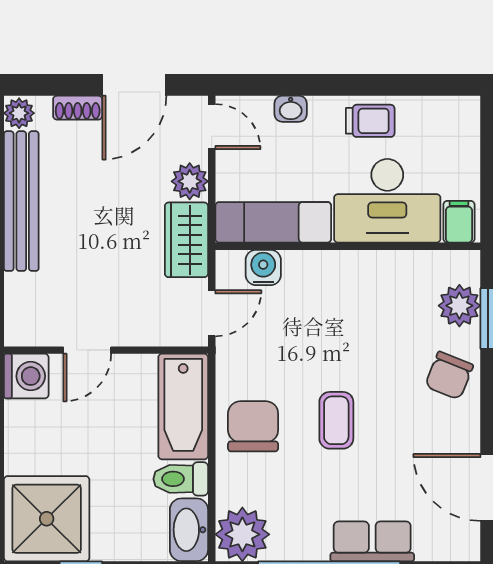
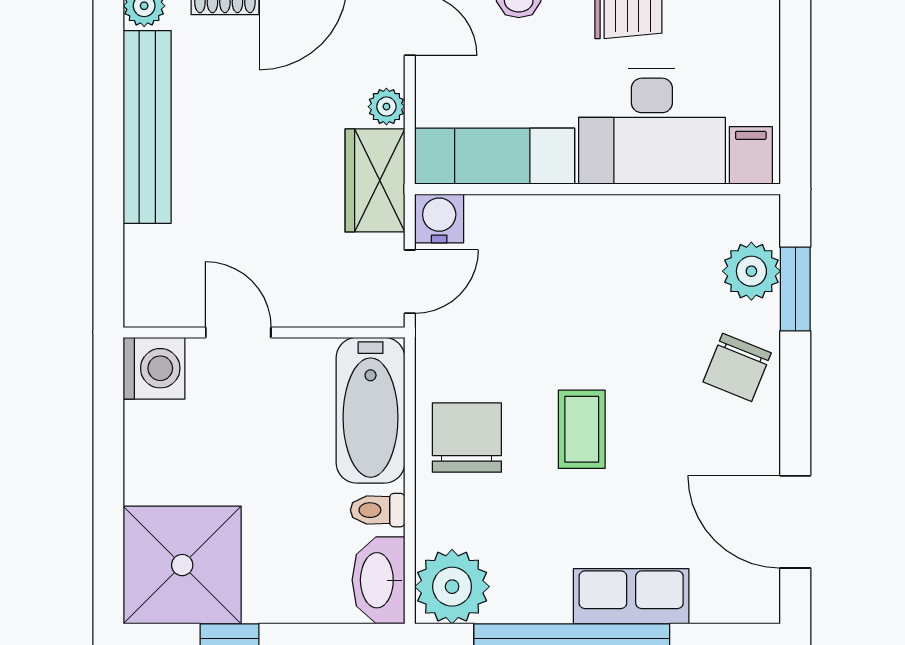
plant: (190, 181) -> (386, 107), width x0.73, depth x0.73
water cooler: (263, 267) -> (439, 219), moved
door: (87, 350) -> (238, 332), swing flipped
toilet: (181, 479) -> (378, 510), width x0.73, depth x0.72

